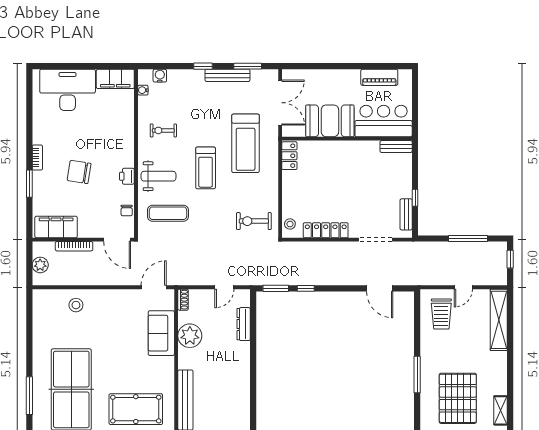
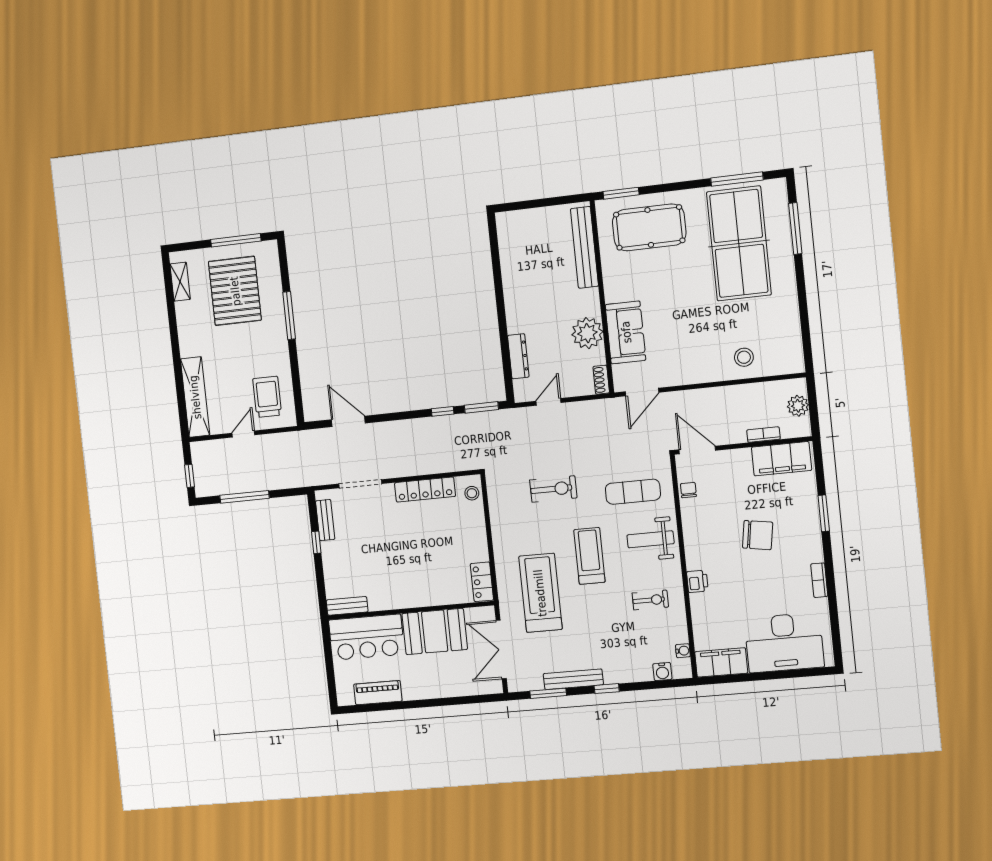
bookcase: (37, 157) -> (819, 580), moved
printer: (127, 176) -> (697, 581), moved
exercise bike: (254, 221) -> (553, 489), moved
bookcase: (74, 246) -> (763, 435), width x0.64

